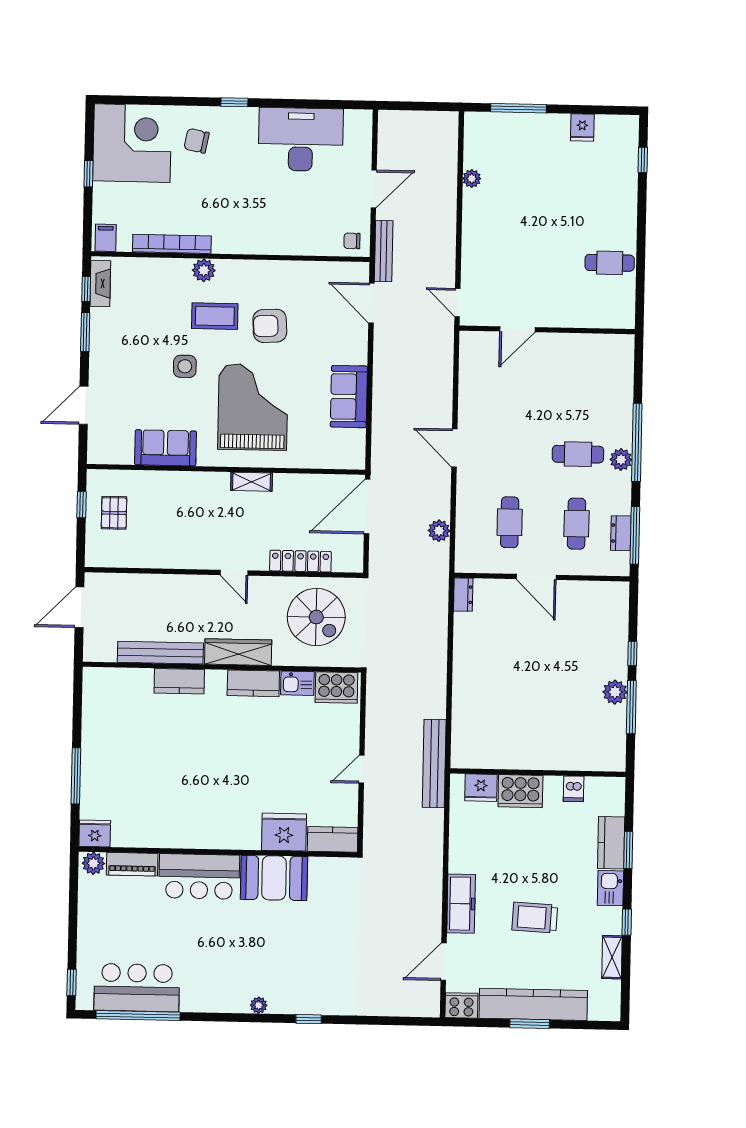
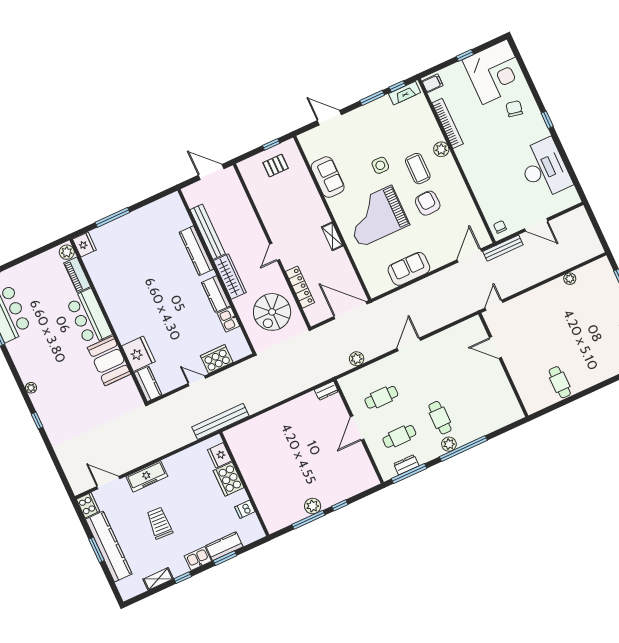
grand piano: (253, 407) -> (376, 216), turned 180
kitchen counter: (179, 681) -> (196, 251), width x1.50
cooker: (336, 688) -> (217, 359), moved, turned 90

